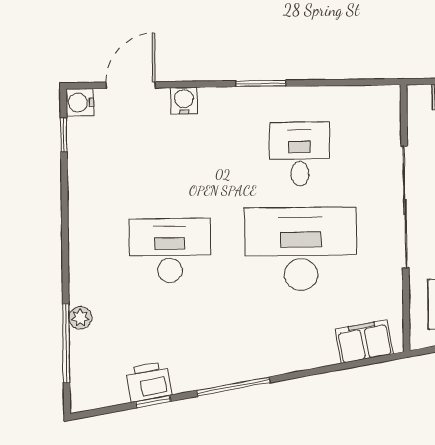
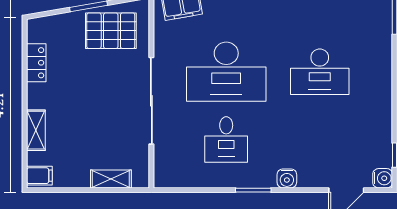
water cooler: (184, 101) -> (287, 178), moved
plant: (80, 318) -> (384, 24), removed

